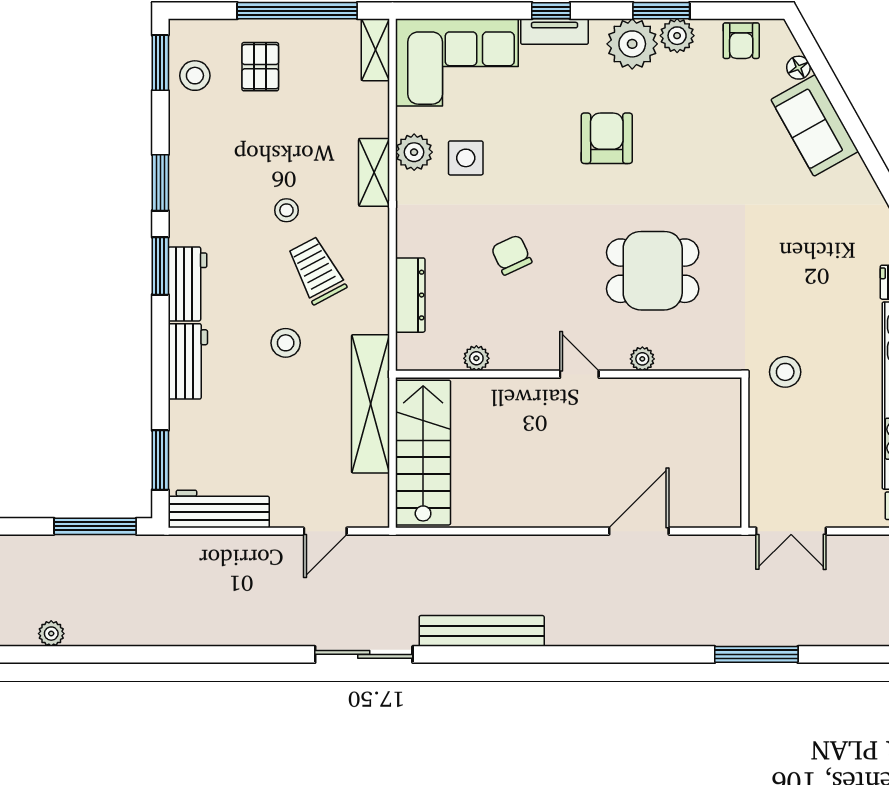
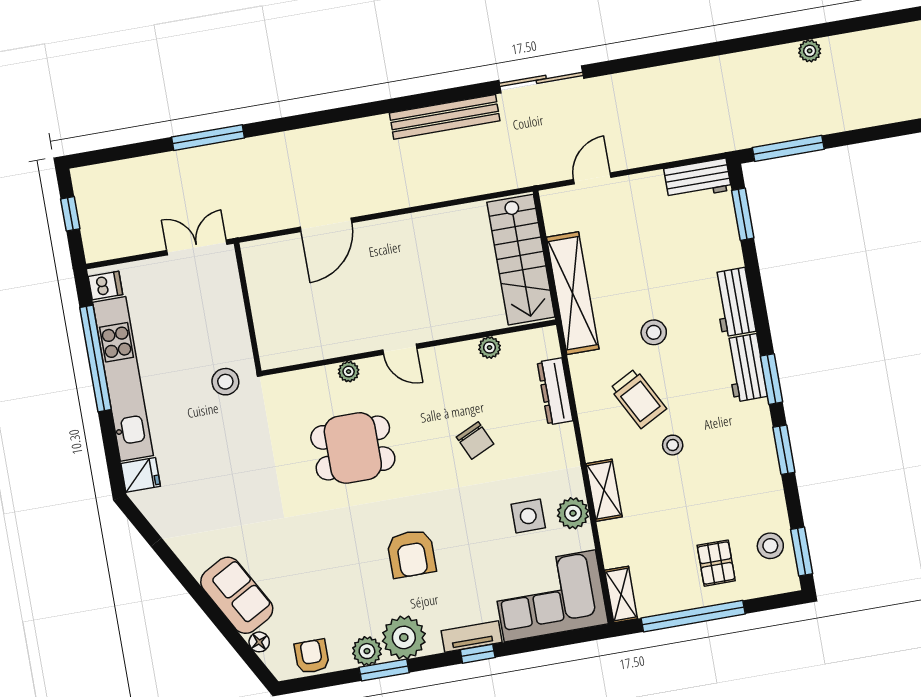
workbench: (219, 509) -> (698, 179), width x0.73

